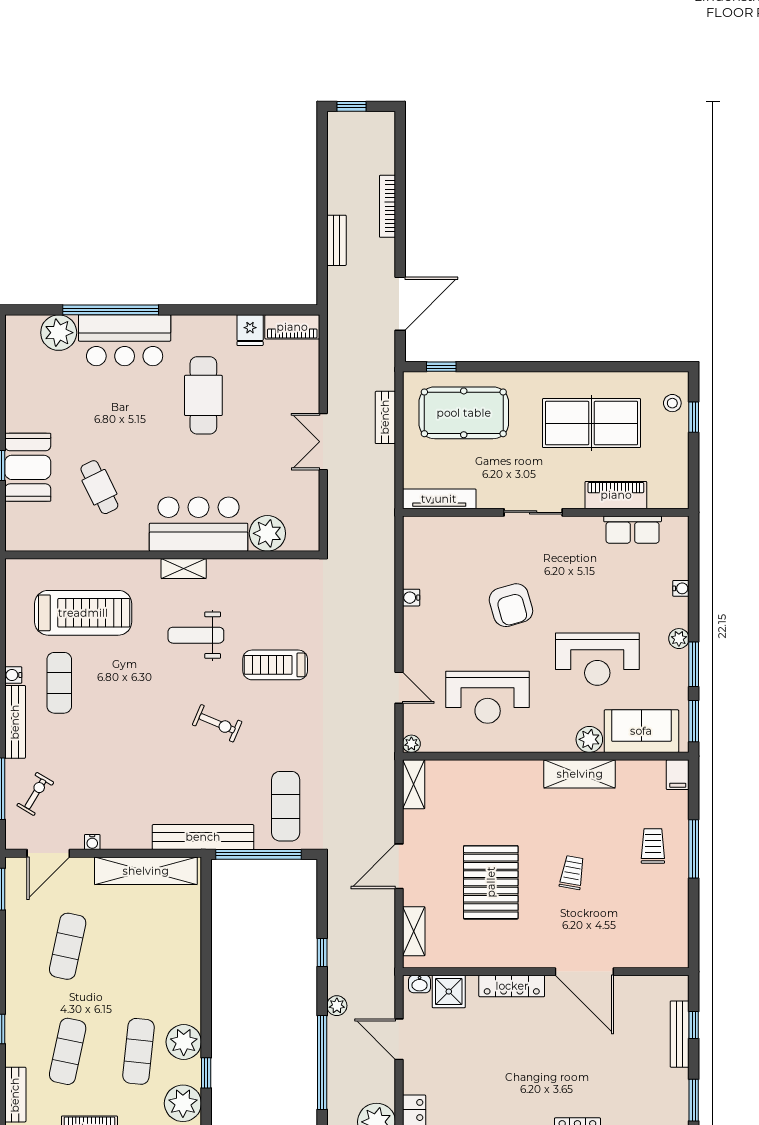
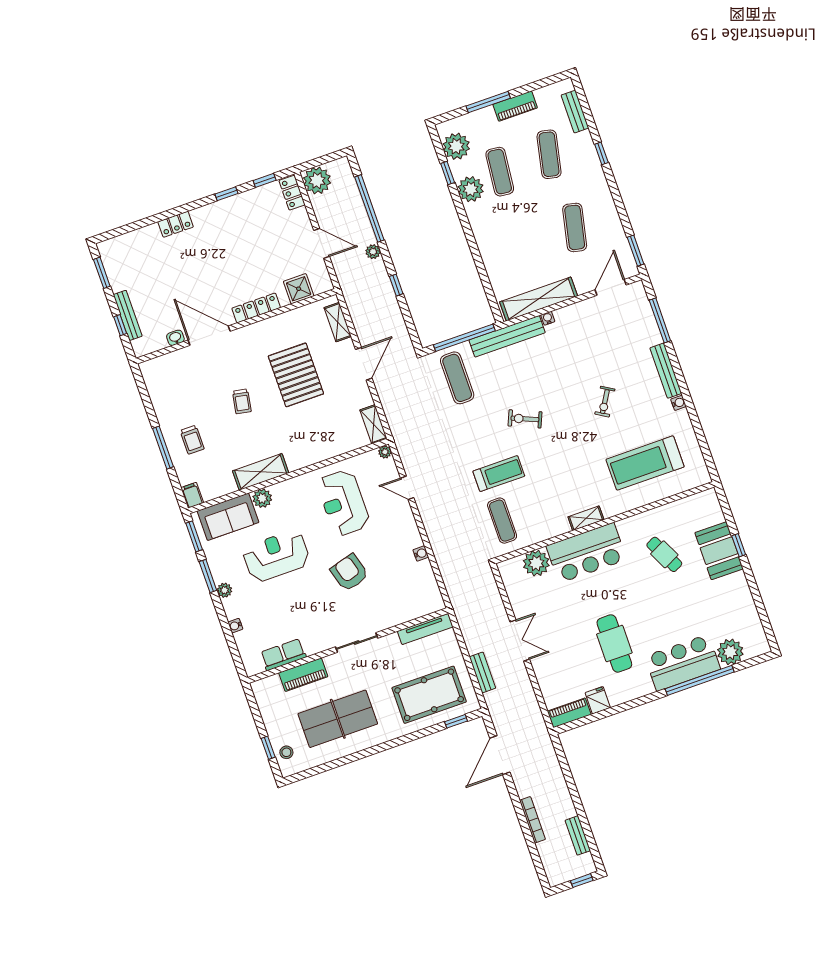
bench: (336, 240) -> (578, 835), moved
weight bench: (196, 635) -> (561, 475), removed
exercise mat: (59, 683) -> (502, 521), moved
reception desk: (488, 697) -> (343, 503), turned -90
exercise bike: (35, 794) -> (605, 402), moved
water cooler: (92, 842) -> (548, 318), moved
washbasin: (420, 984) -> (175, 338), moved

